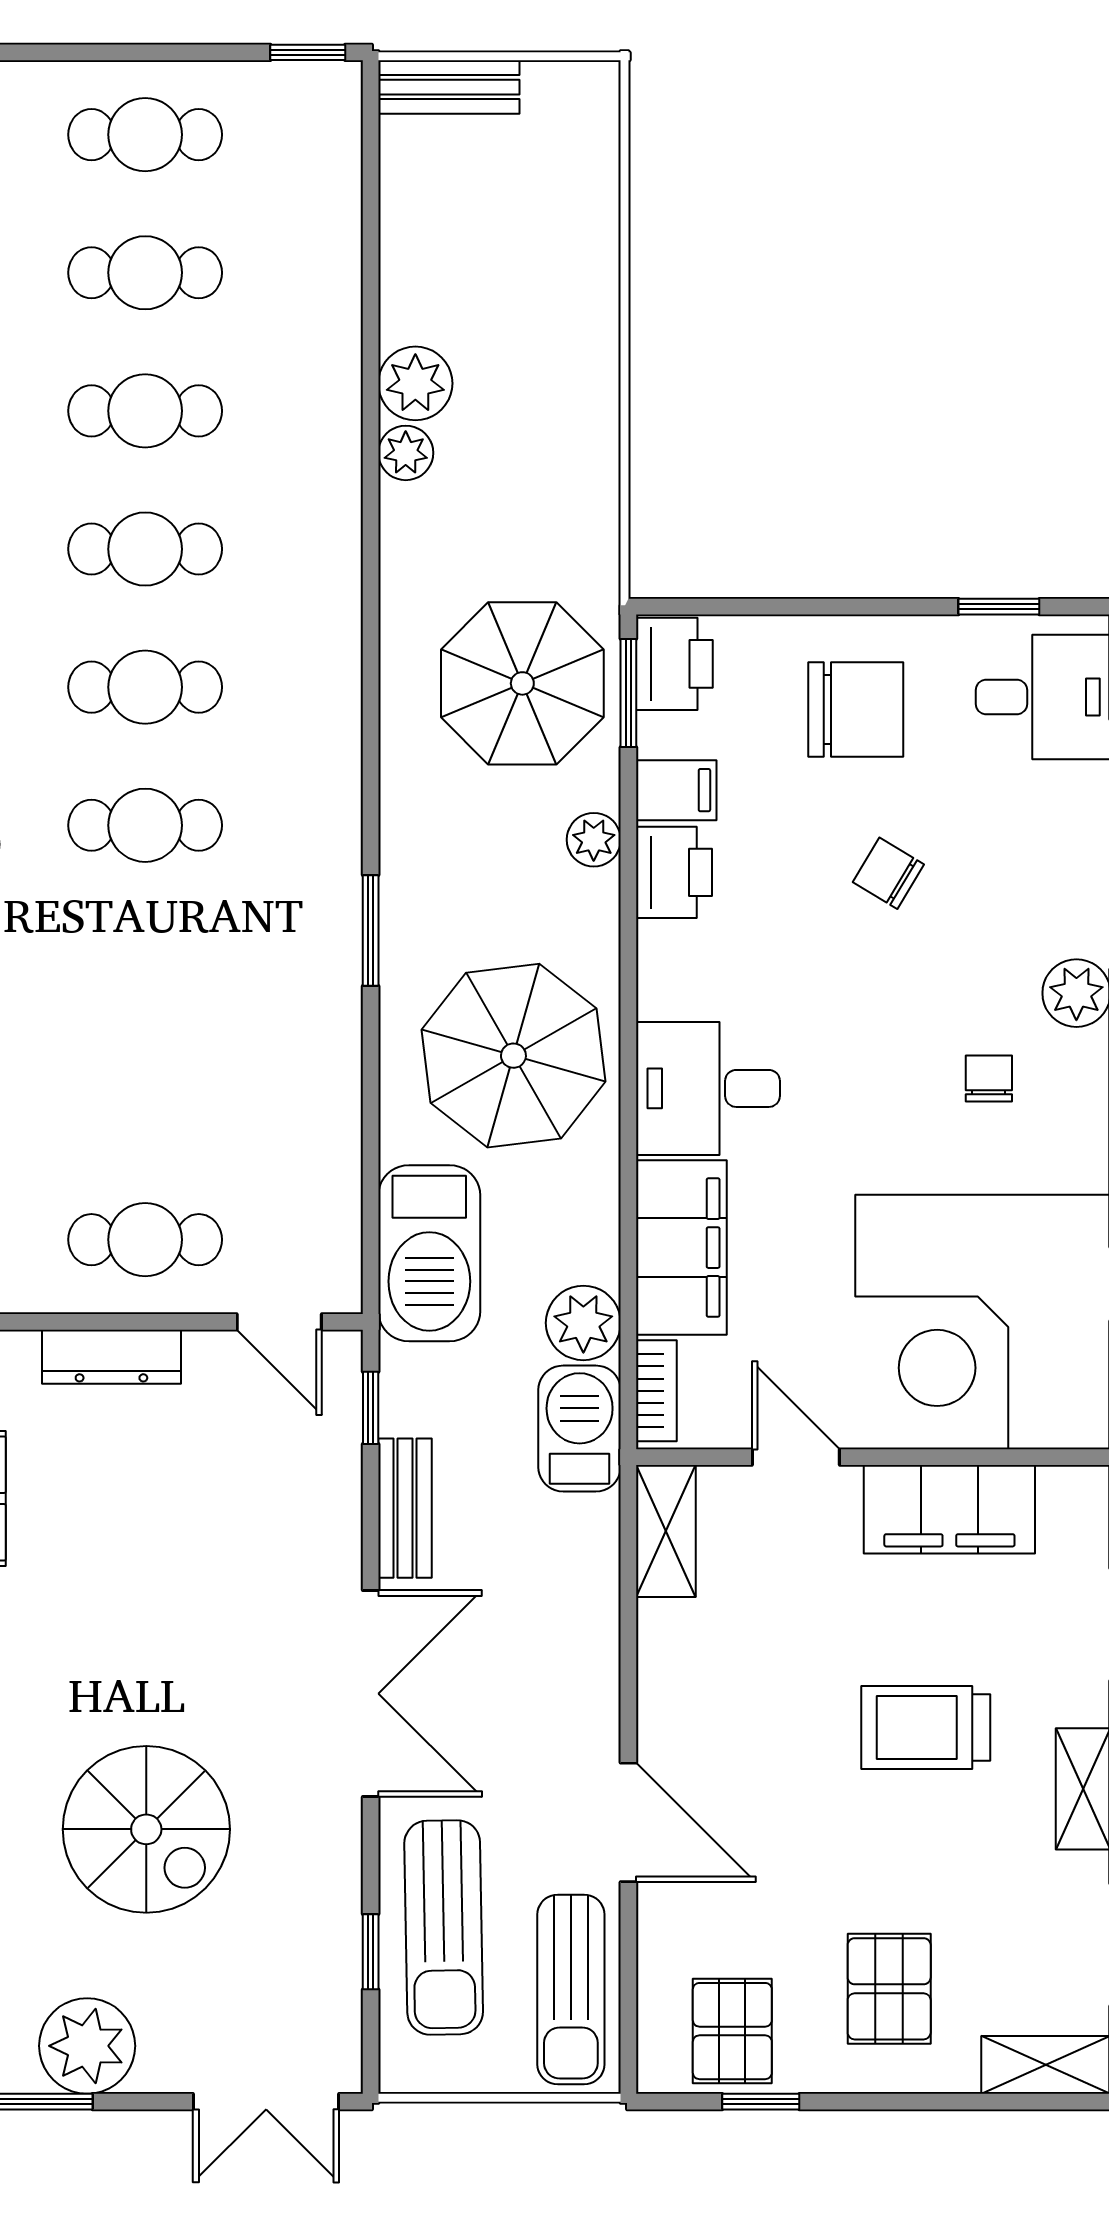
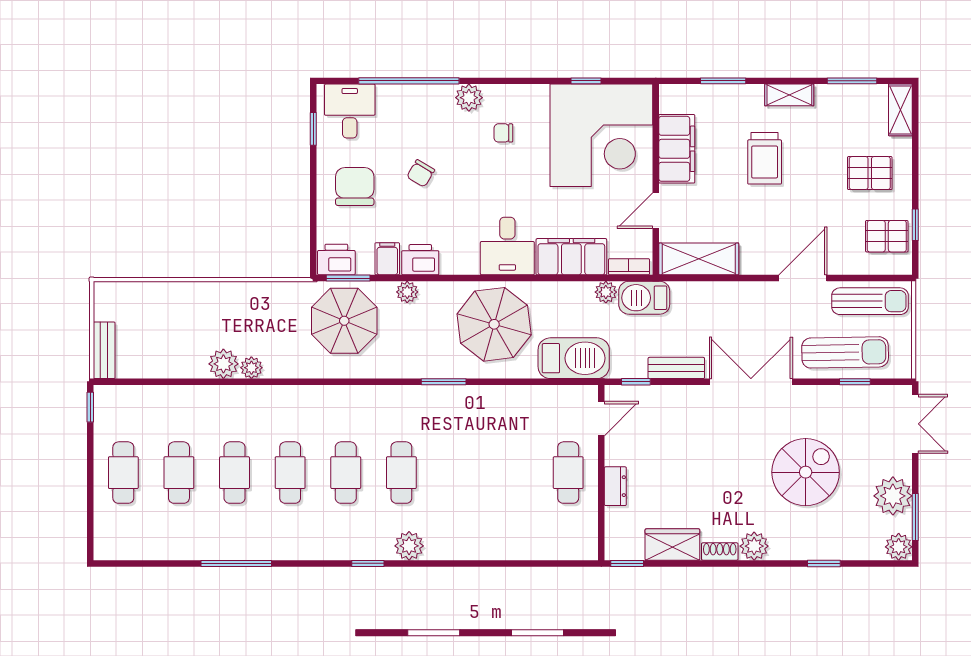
plant: (583, 1323) -> (606, 292), width x0.73, depth x0.73
dresser: (111, 1357) -> (615, 486), width x0.70
shelving: (666, 1531) -> (699, 259), width x1.50, depth x1.33

